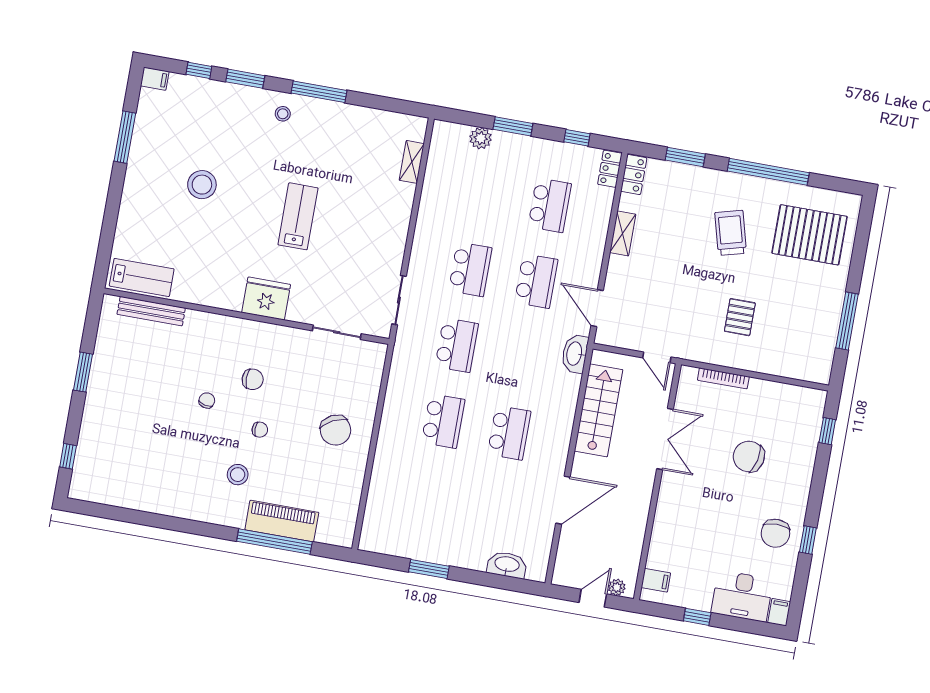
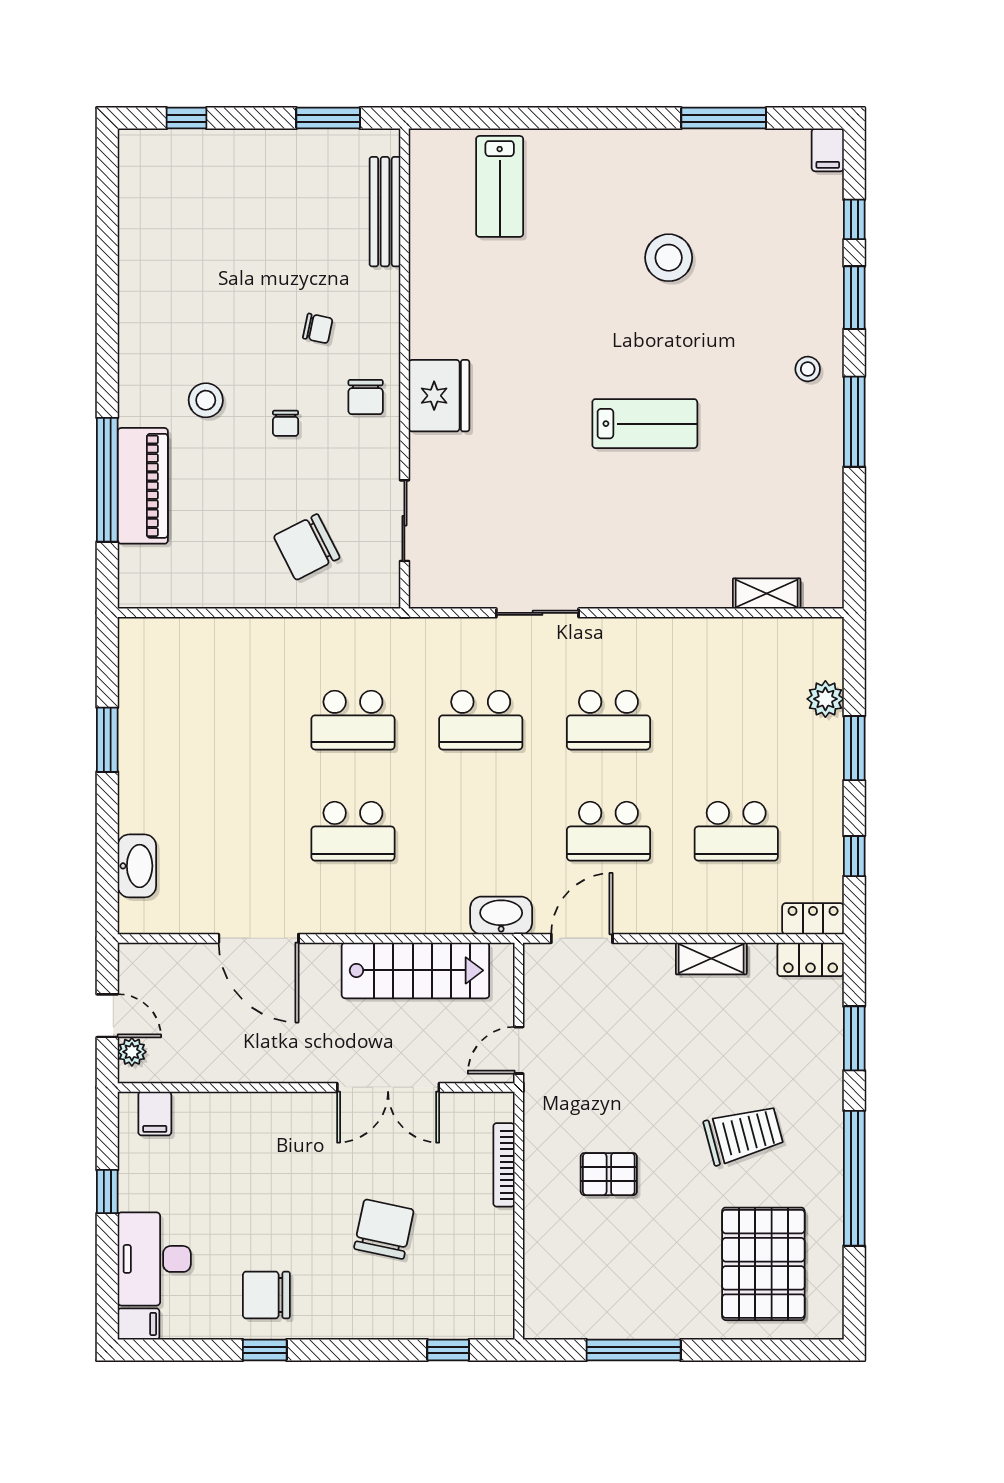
fridge: (266, 299) -> (439, 396), moved
bench: (151, 311) -> (385, 212), moved
wall: (246, 316) -> (404, 369), moved
sliding door: (337, 332) -> (404, 521), moved

